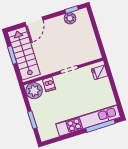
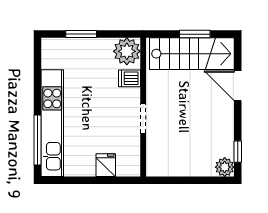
plant: (70, 18) -> (225, 167), moved
fridge: (100, 72) -> (106, 165), moved

